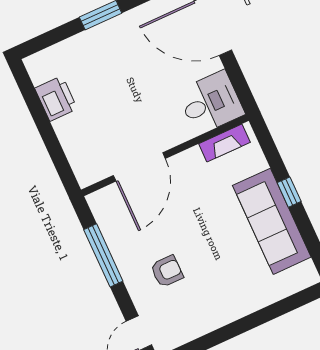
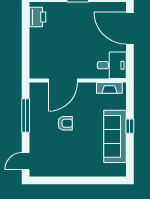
printer: (56, 98) -> (38, 17), moved
armchair: (167, 271) -> (65, 123), moved

